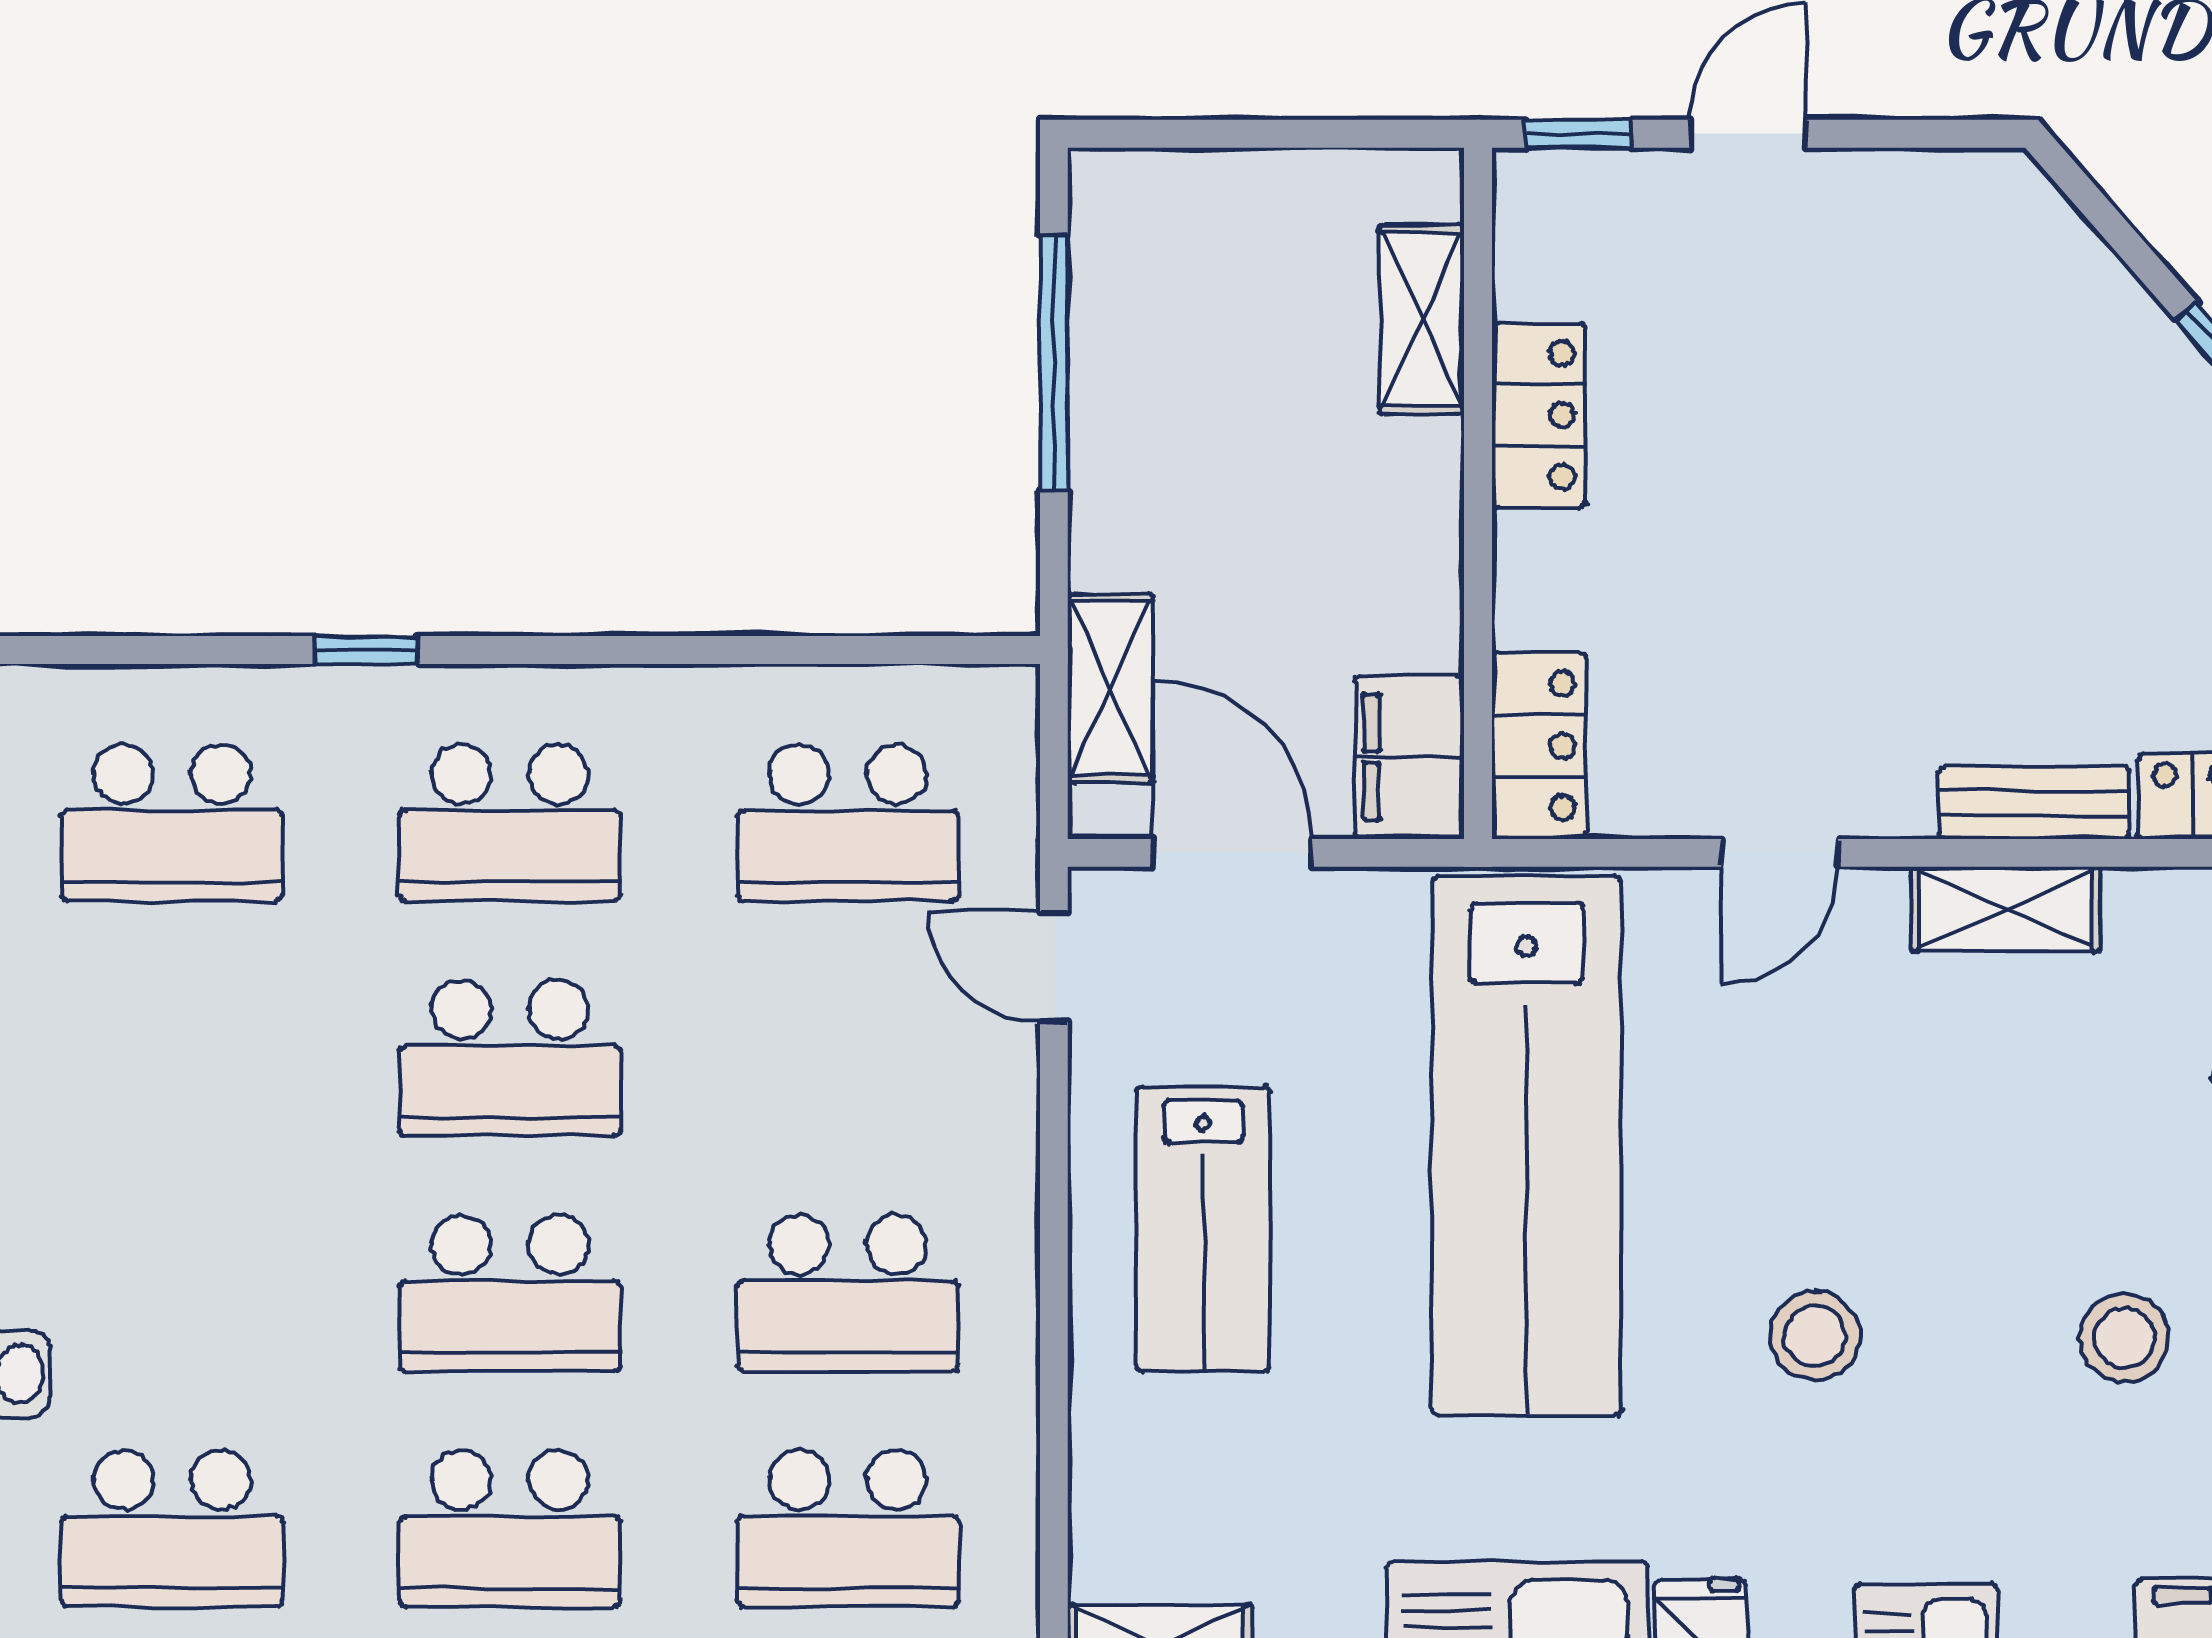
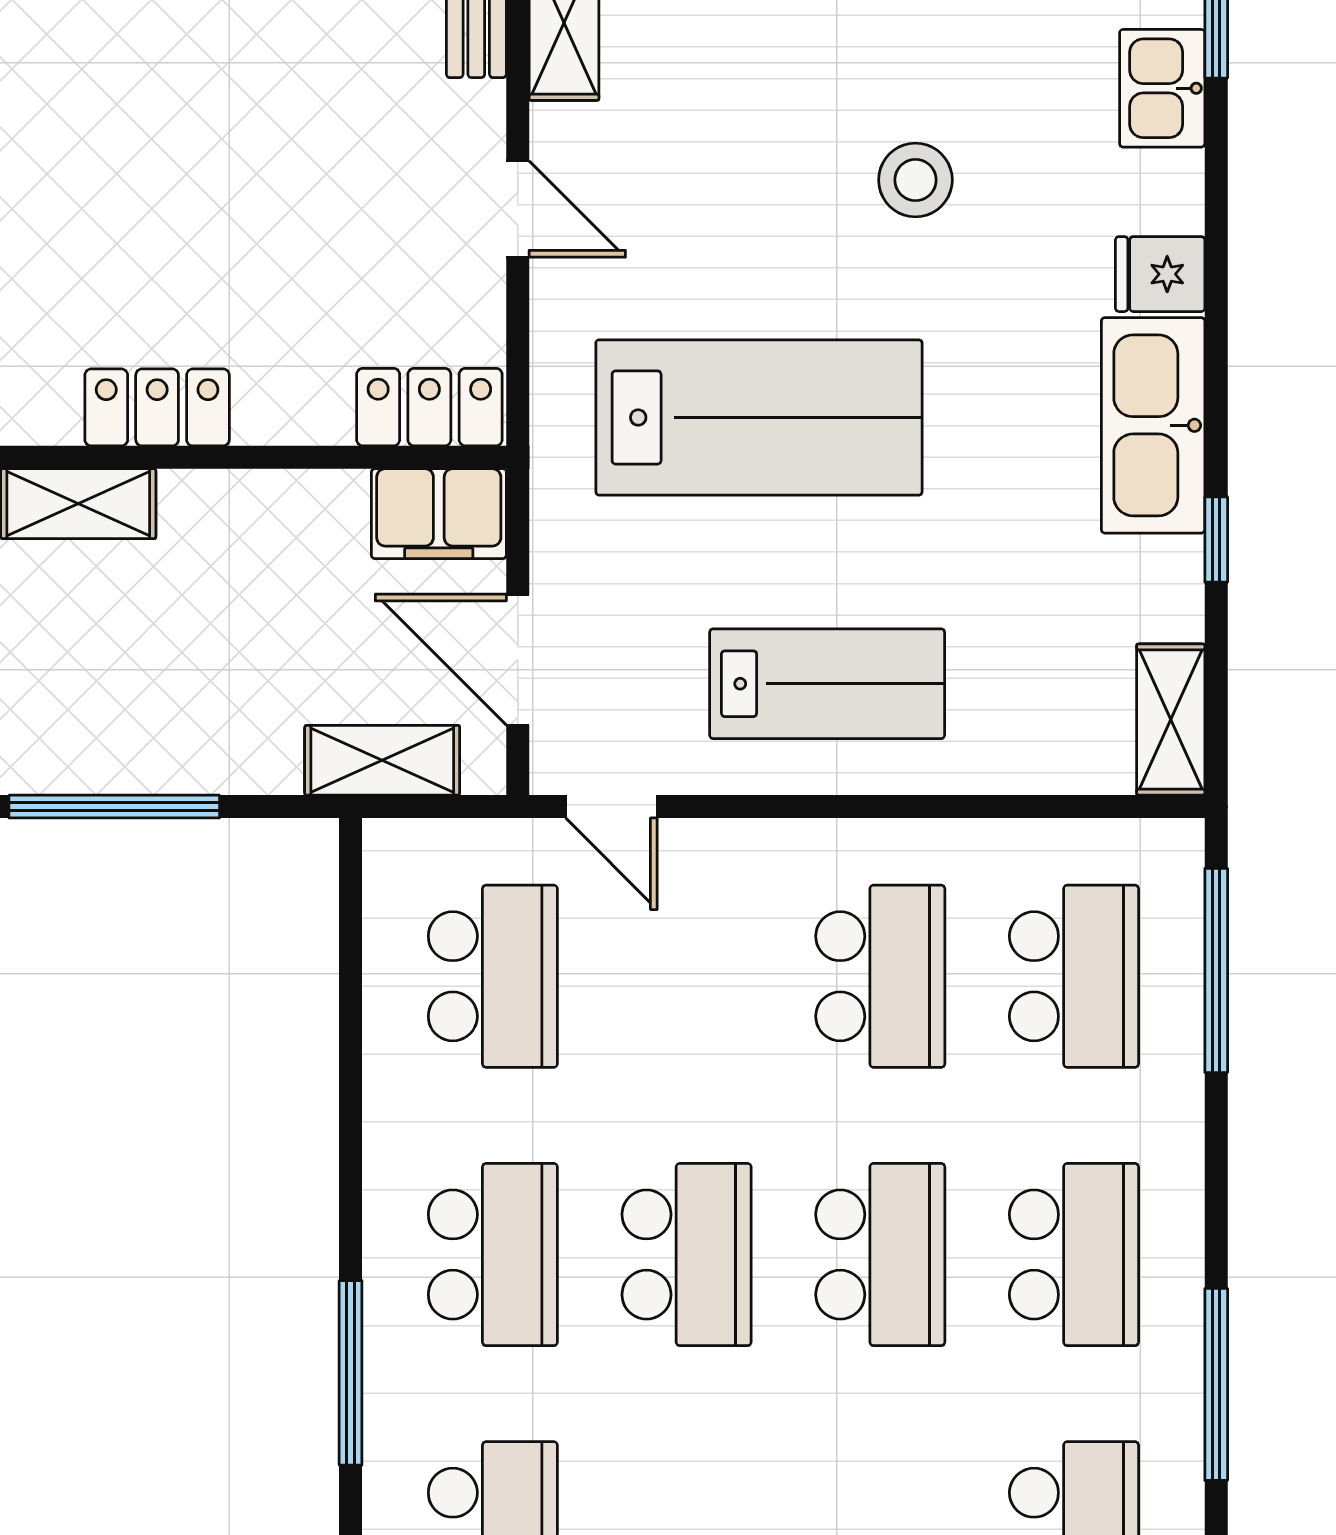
window: (366, 650) -> (351, 1373), width x2.17
door: (1232, 853) -> (518, 660), hinge flipped
door: (1054, 967) -> (611, 807), hinge flipped
lab bench: (1526, 1146) -> (759, 417), width x0.73

